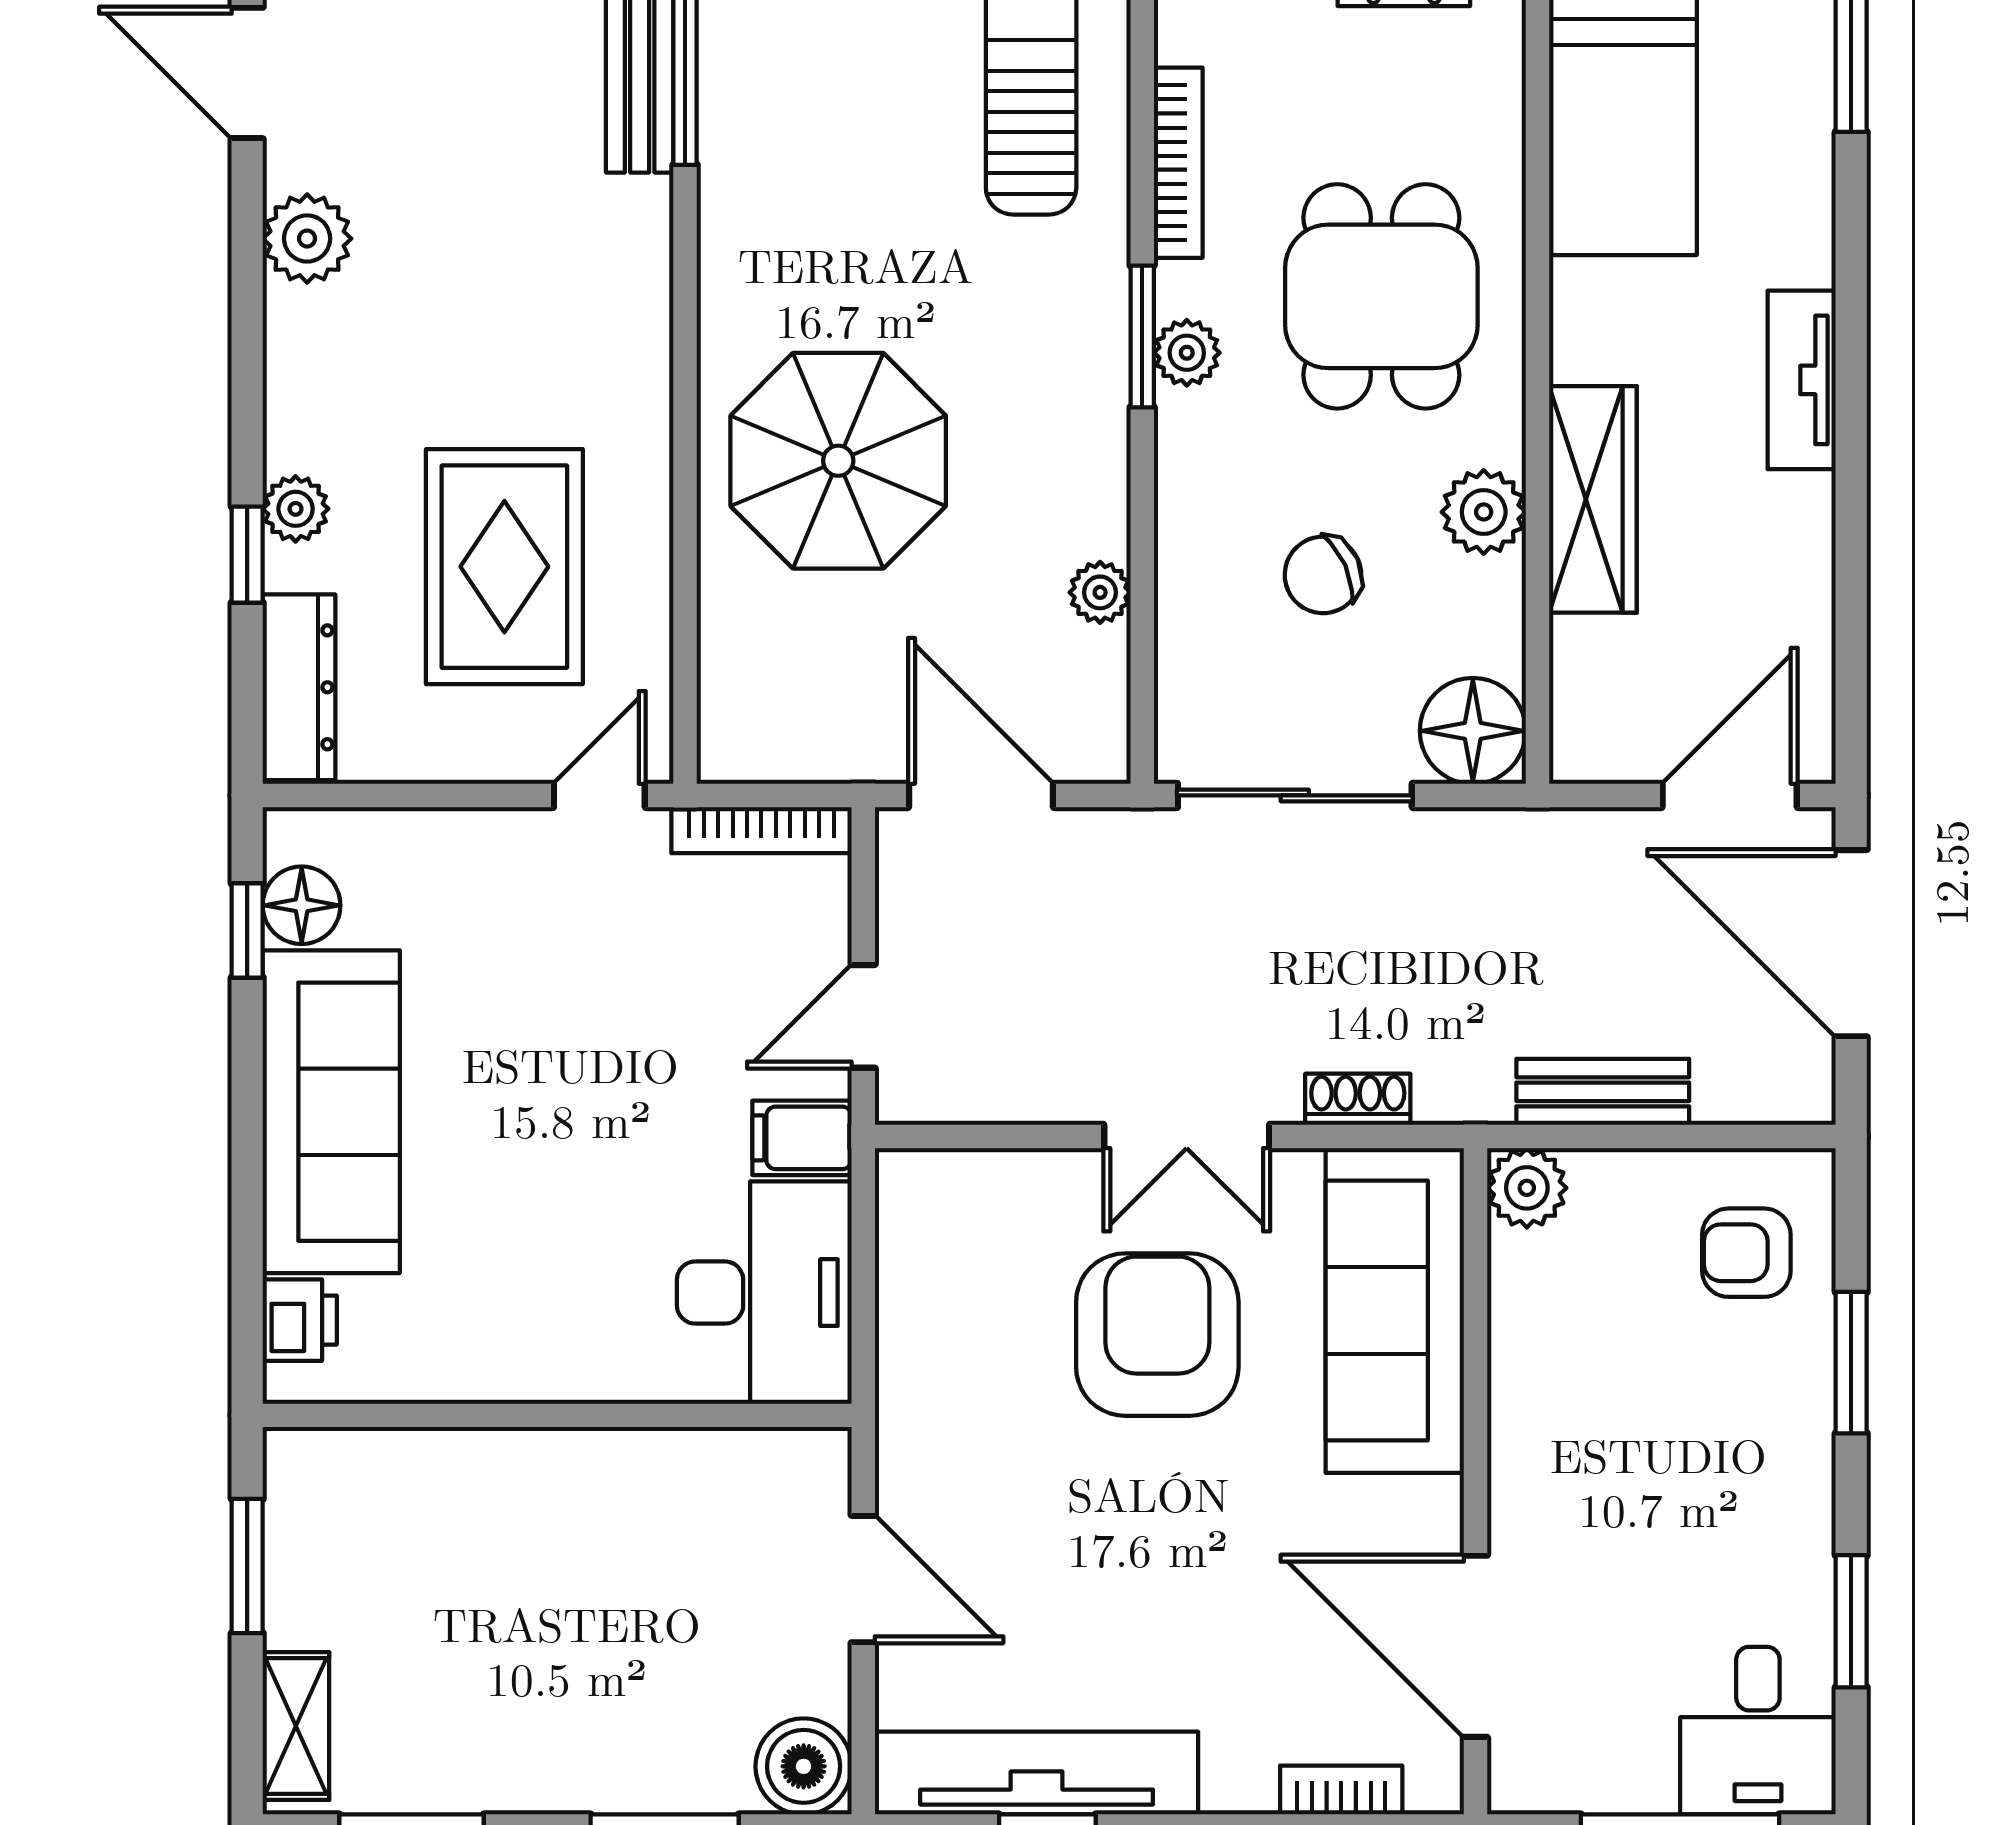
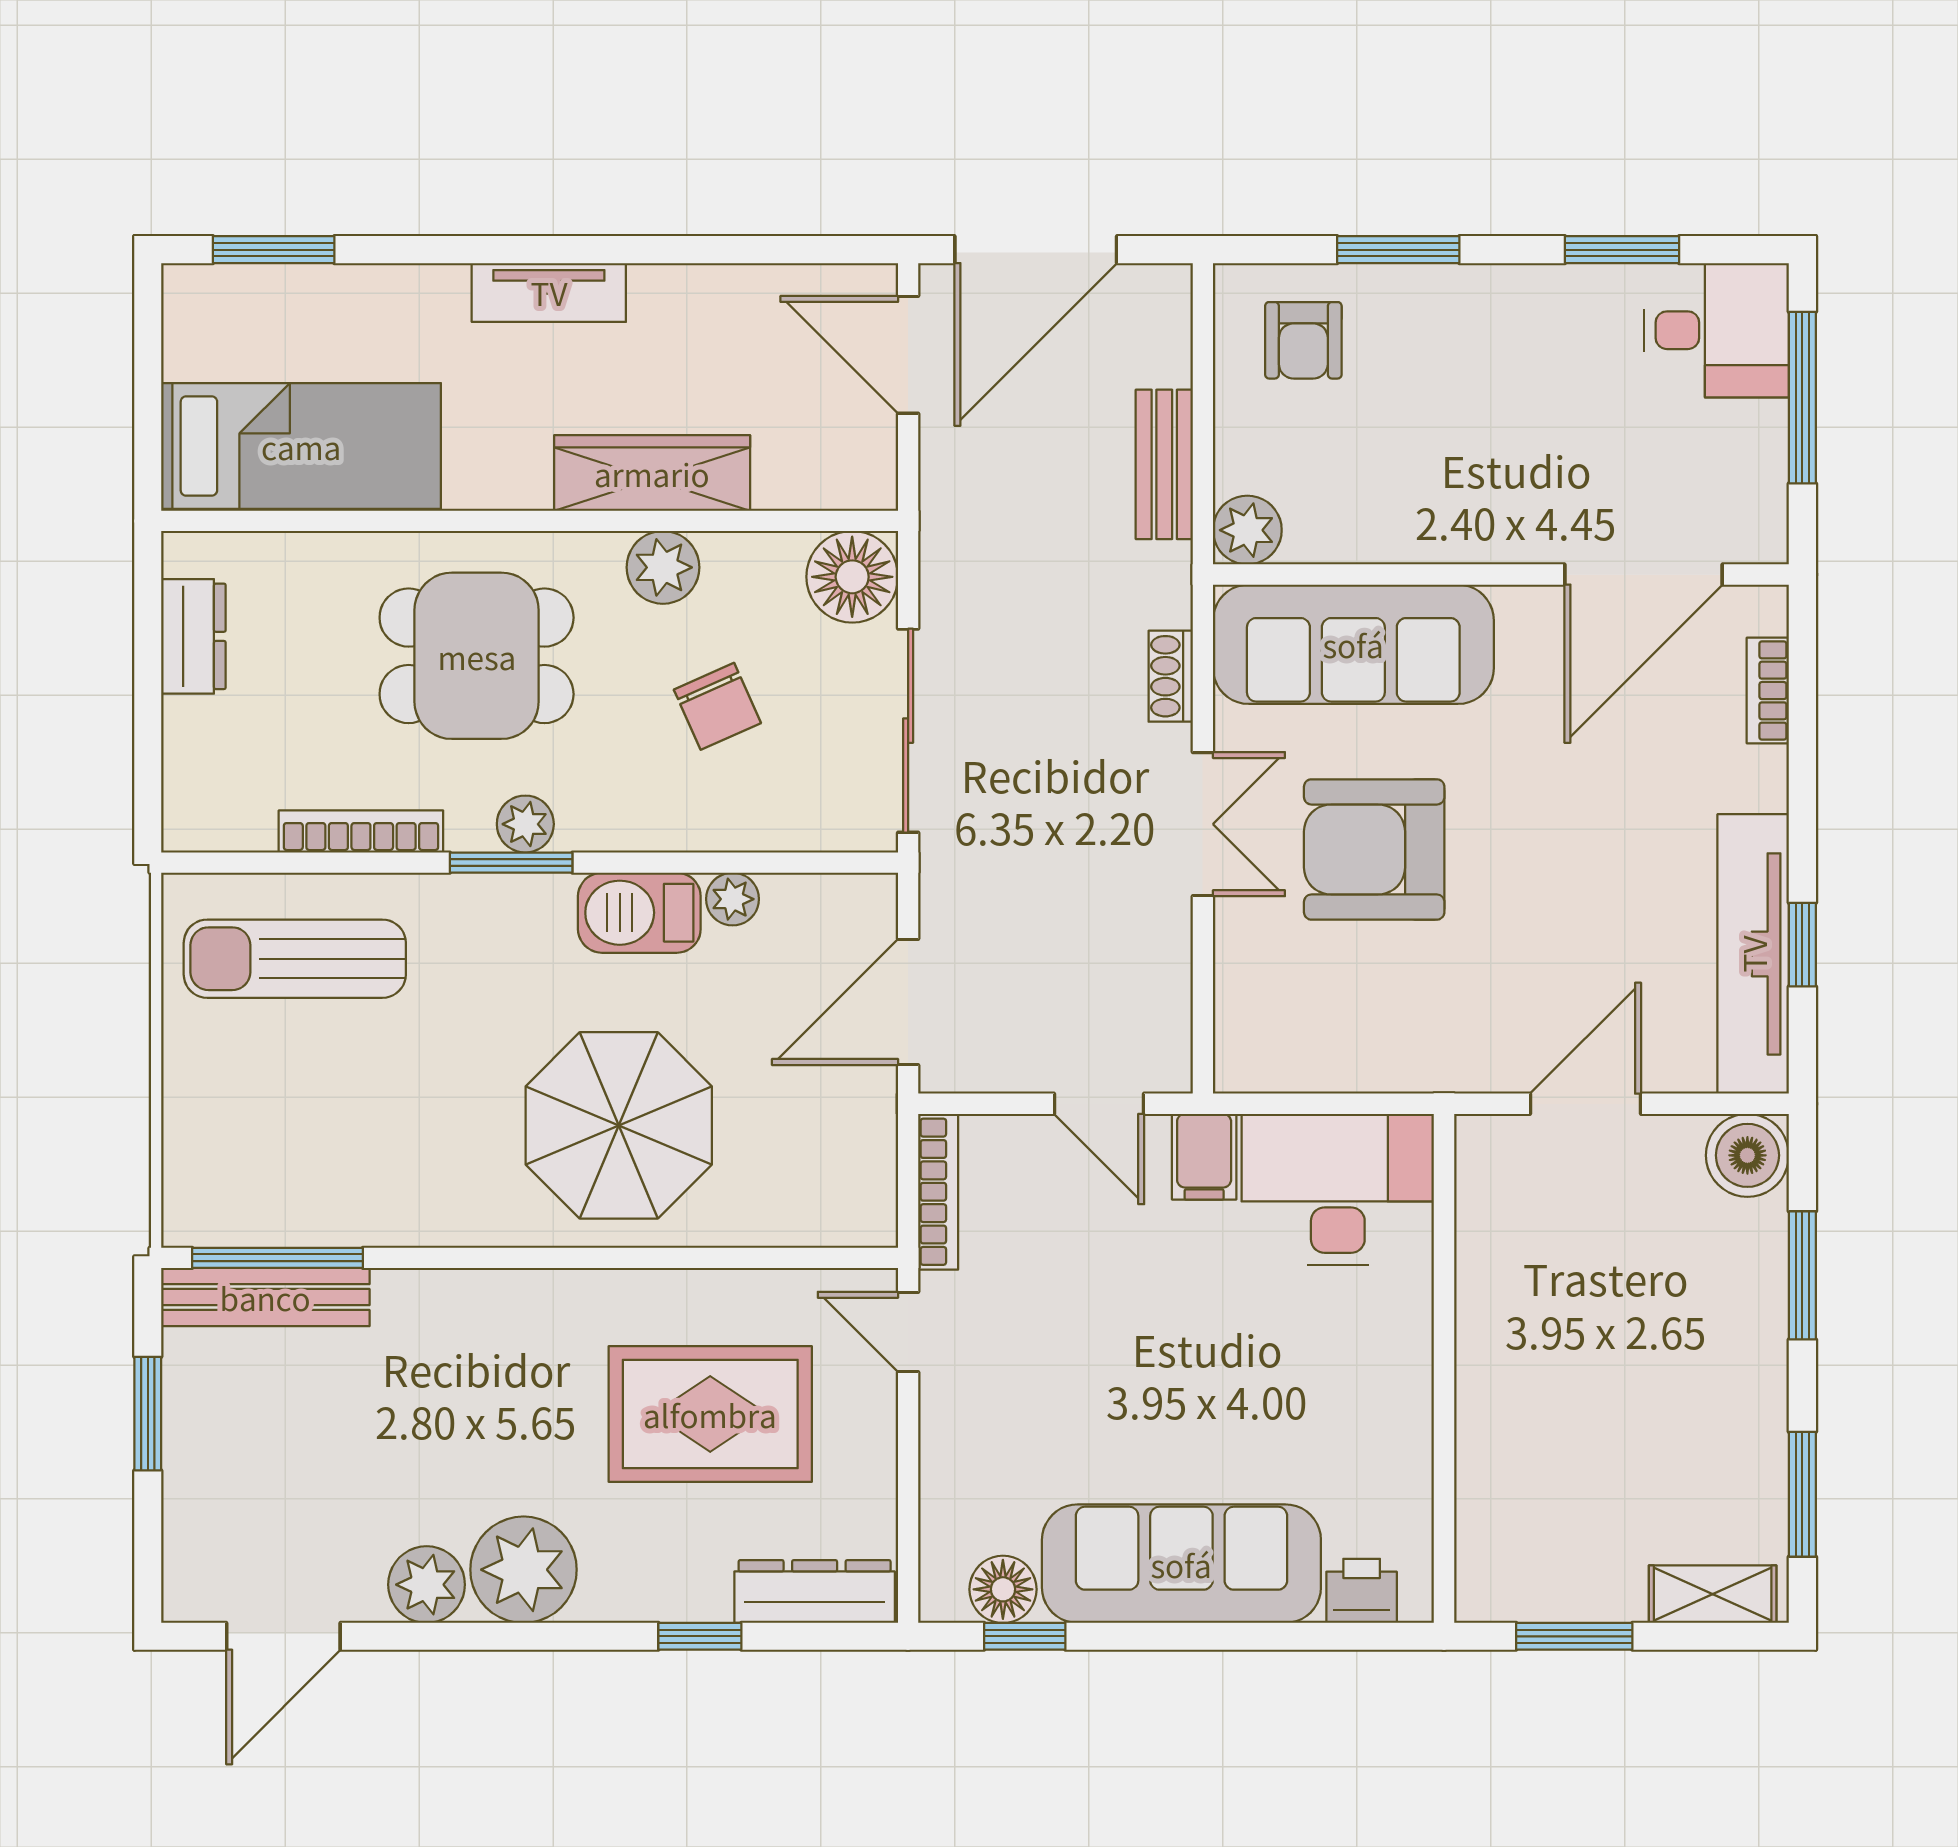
barbecue: (1084, 485) -> (639, 913), added
plant: (296, 509) -> (524, 1570), moved, width x1.88, depth x1.88

